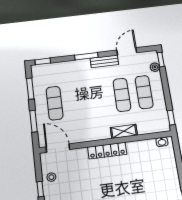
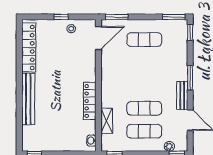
window: (30, 89) -> (174, 17), moved
window: (33, 121) -> (117, 17), moved
shelving: (124, 131) -> (107, 121), moved
locker: (107, 151) -> (90, 101), moved

